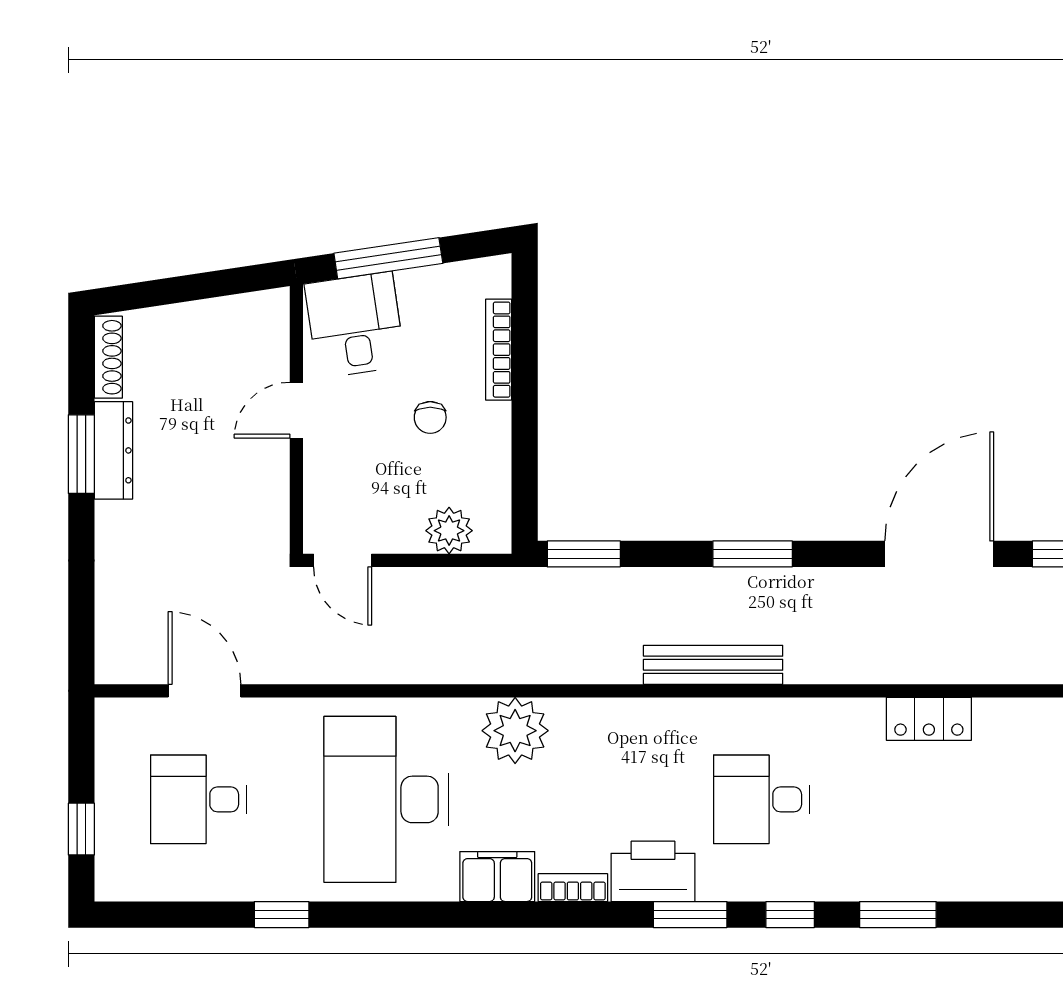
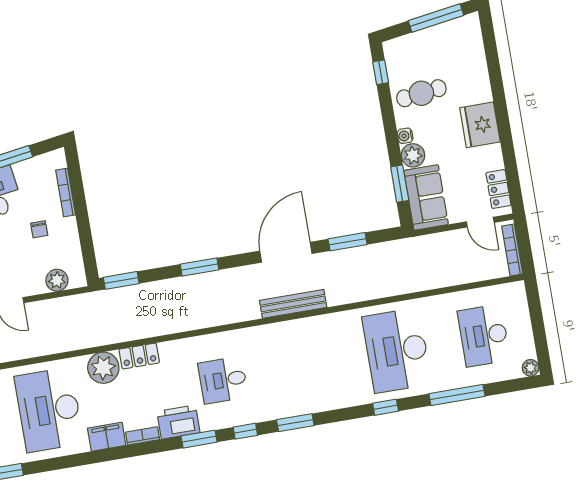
bench: (713, 665) -> (293, 304), moved
locker: (929, 719) -> (139, 356), moved

